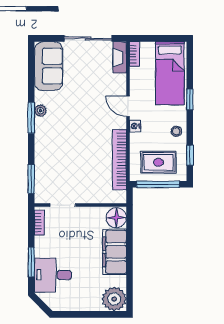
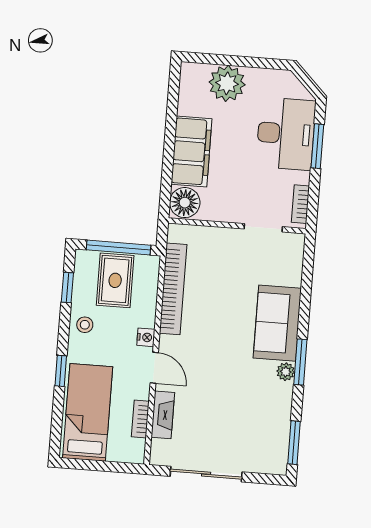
bookcase: (134, 54) -> (140, 419), moved
fireplace: (120, 58) -> (163, 415), moved
sofa: (49, 66) -> (277, 323), moved
rug: (158, 162) -> (115, 280), turned 90
window: (31, 179) -> (294, 443), moved
desk: (53, 275) -> (286, 134), width x1.37
plant: (114, 299) -> (227, 83), moved

